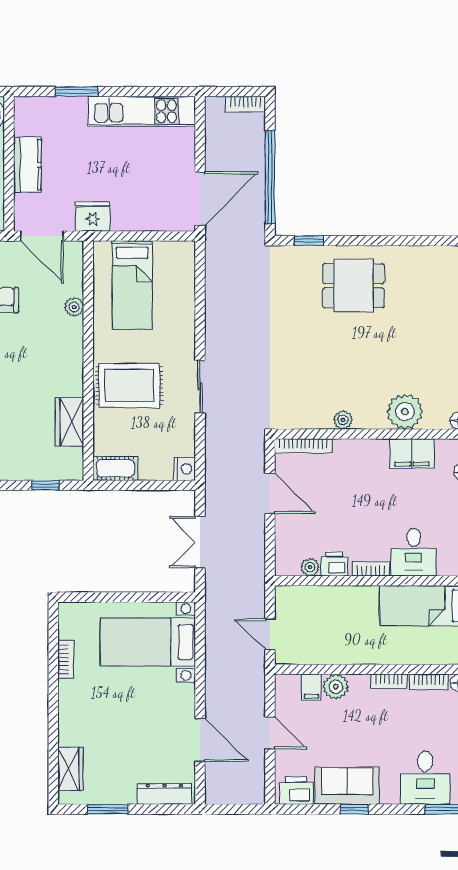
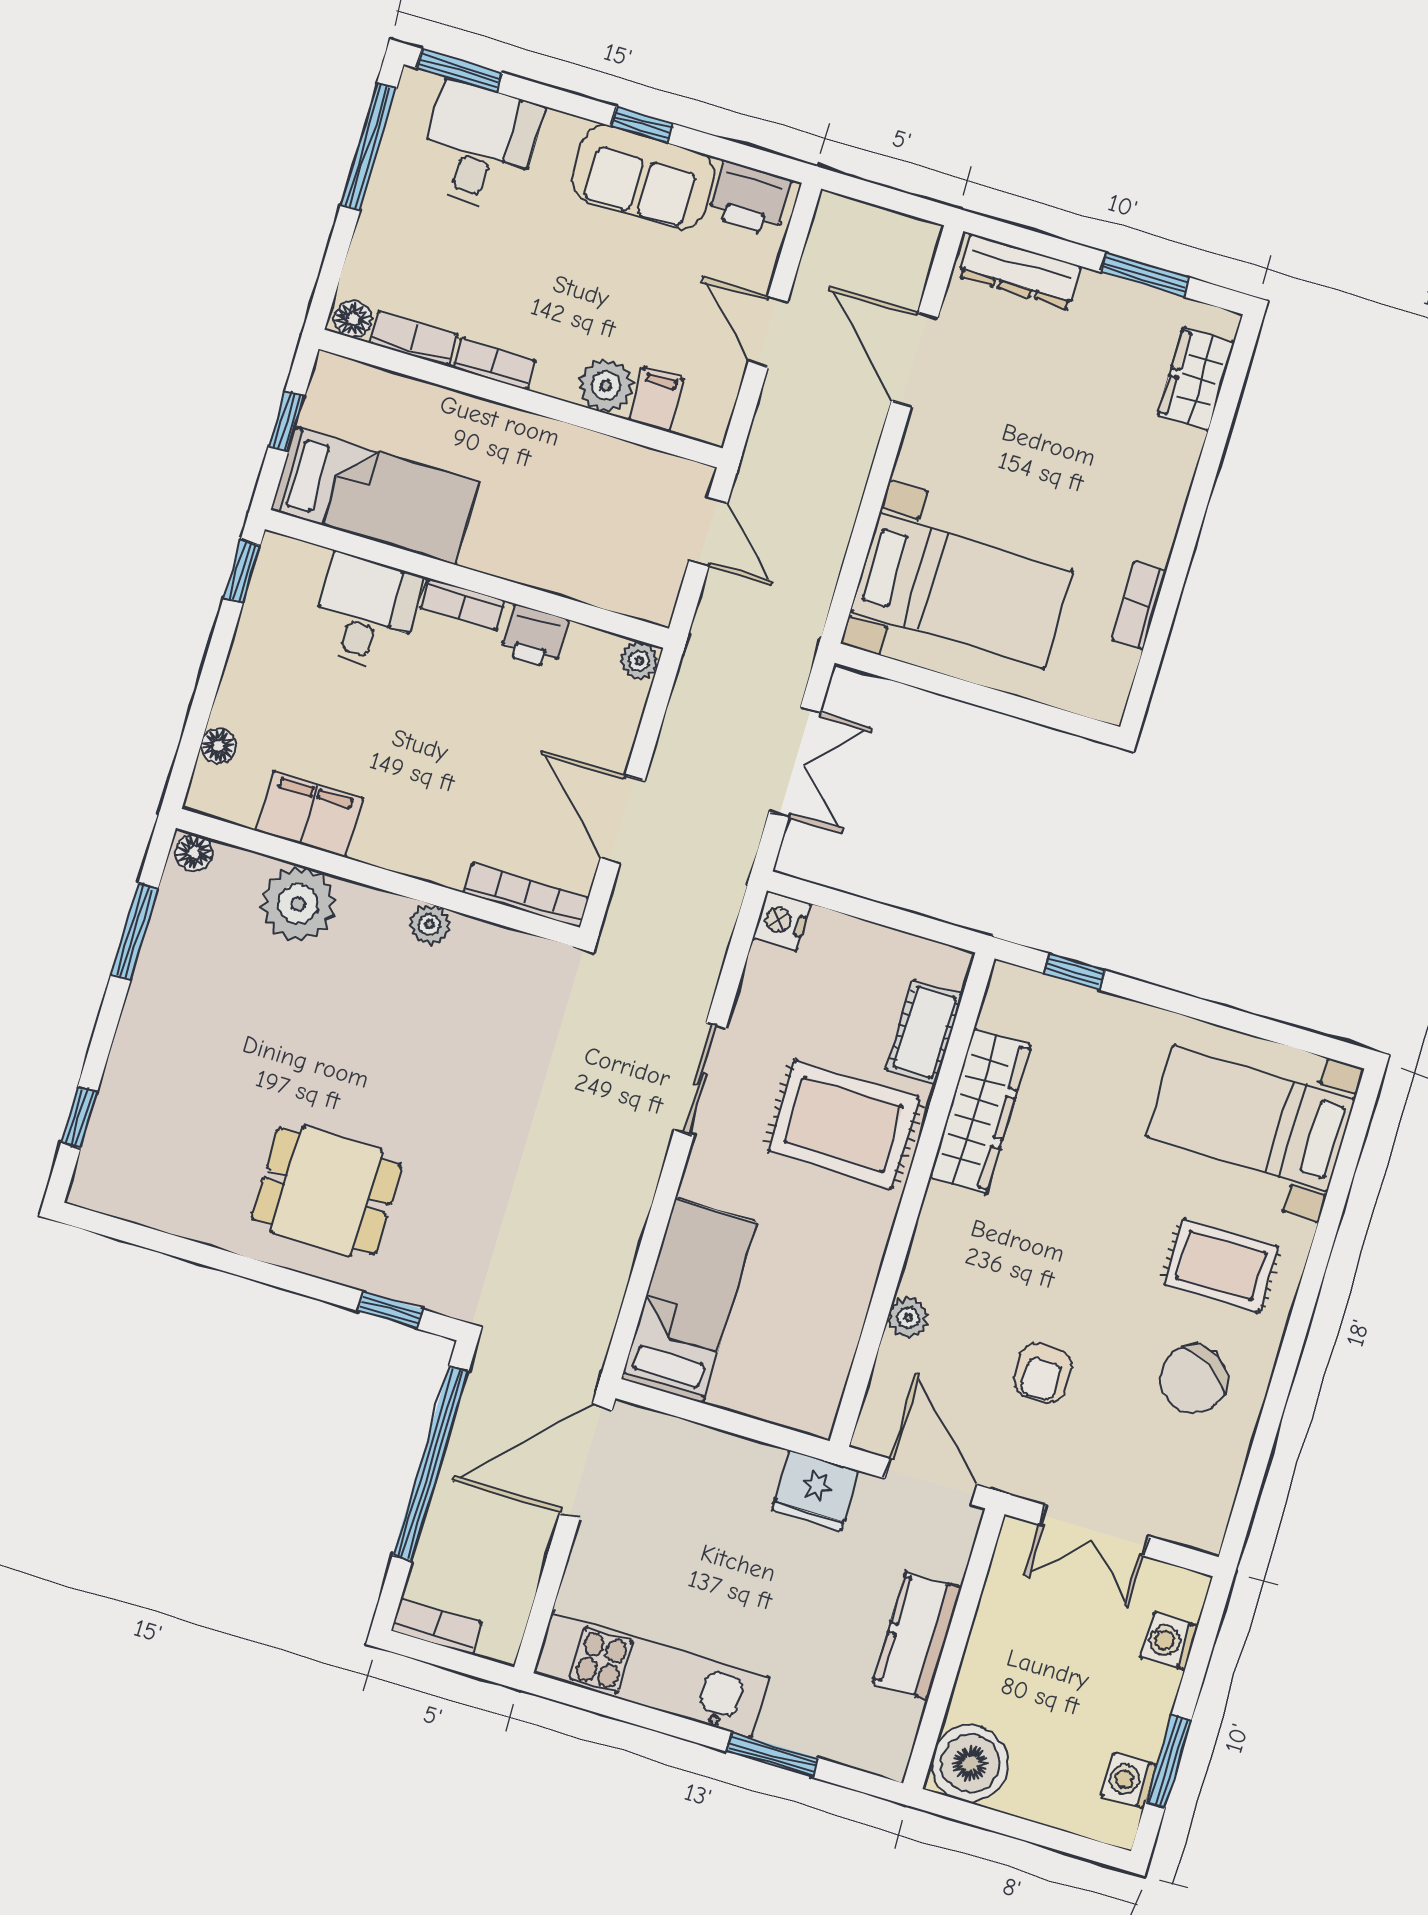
bed: (132, 285) -> (689, 1301), moved
wardrobe: (69, 422) -> (980, 1111), width x1.50
cot: (115, 468) -> (925, 1032), moved, turned 90
plant: (310, 567) -> (639, 661), moved

